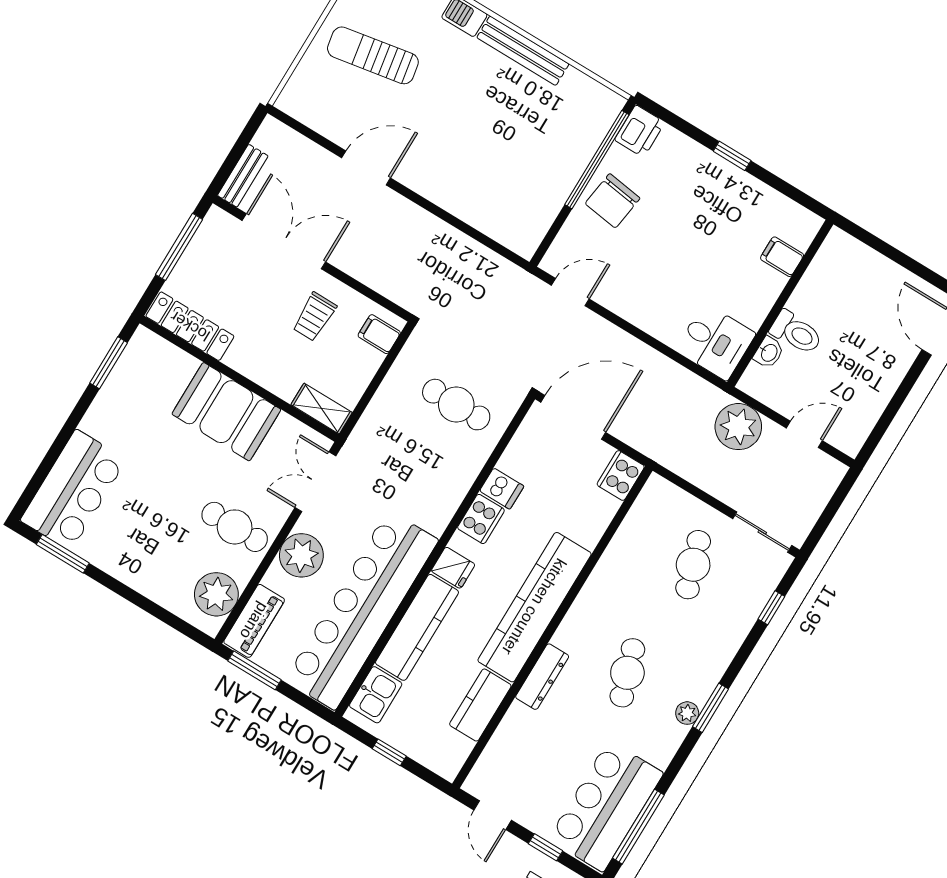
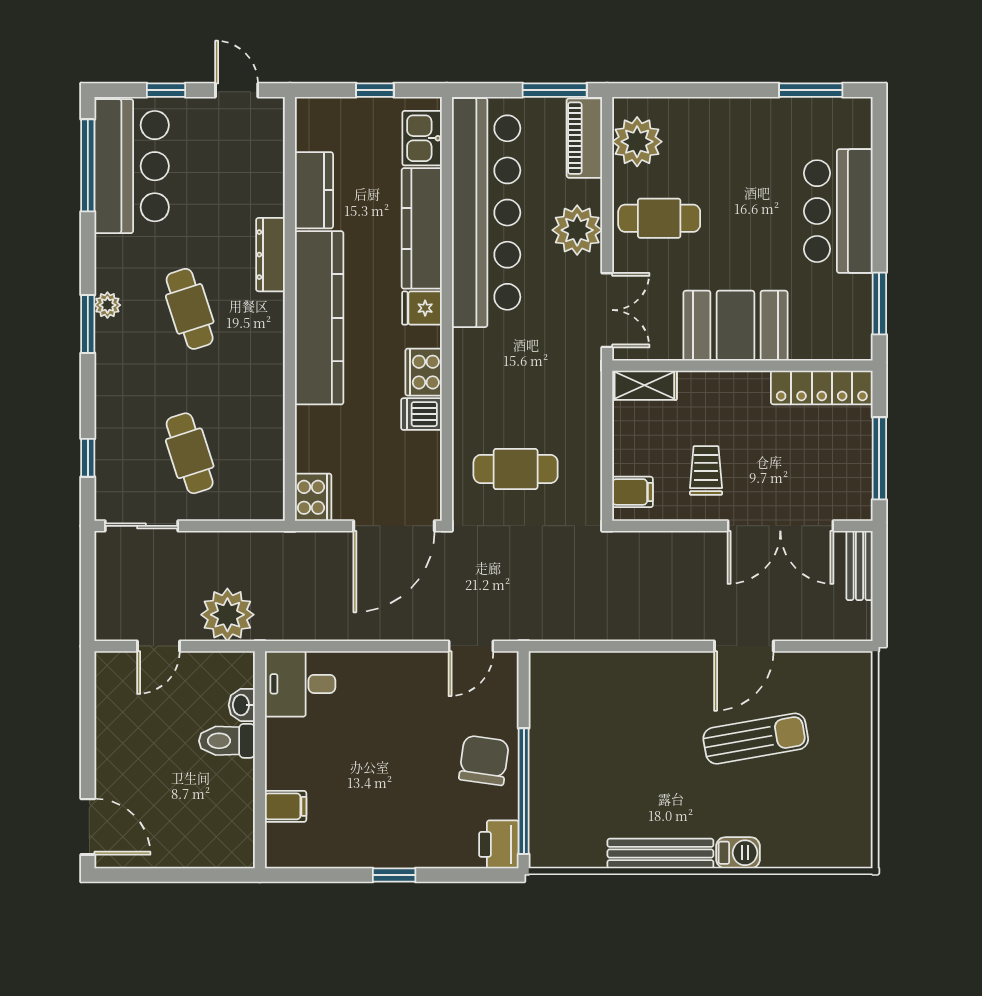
sun lounger: (373, 55) -> (756, 739), moved
bar counter: (73, 490) -> (838, 211), moved

